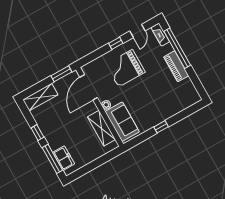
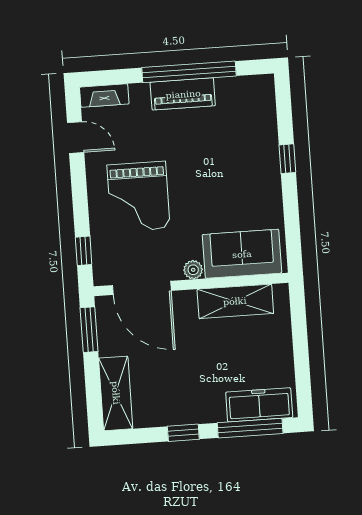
window: (116, 43) -> (84, 251), moved
window: (177, 48) -> (189, 72), moved
window: (161, 127) -> (287, 159), moved
freezer: (64, 158) -> (259, 405), width x1.40

